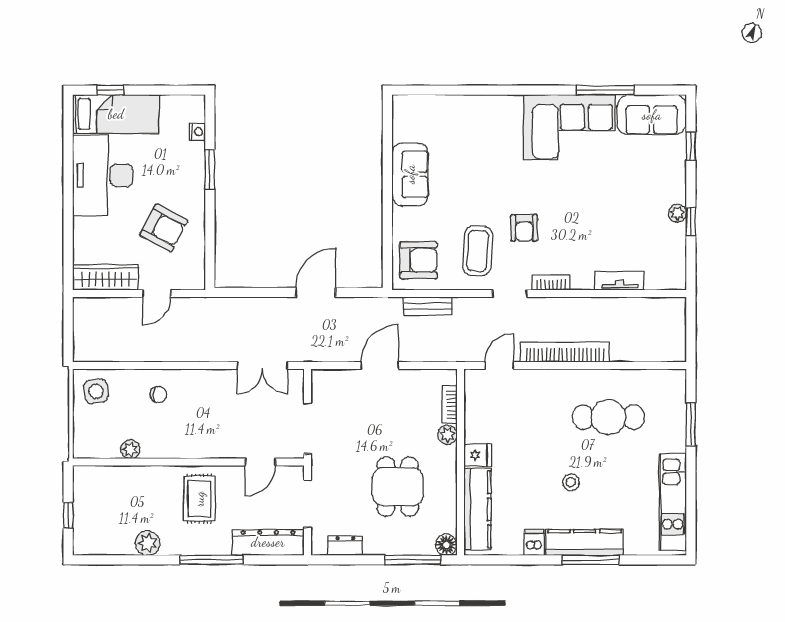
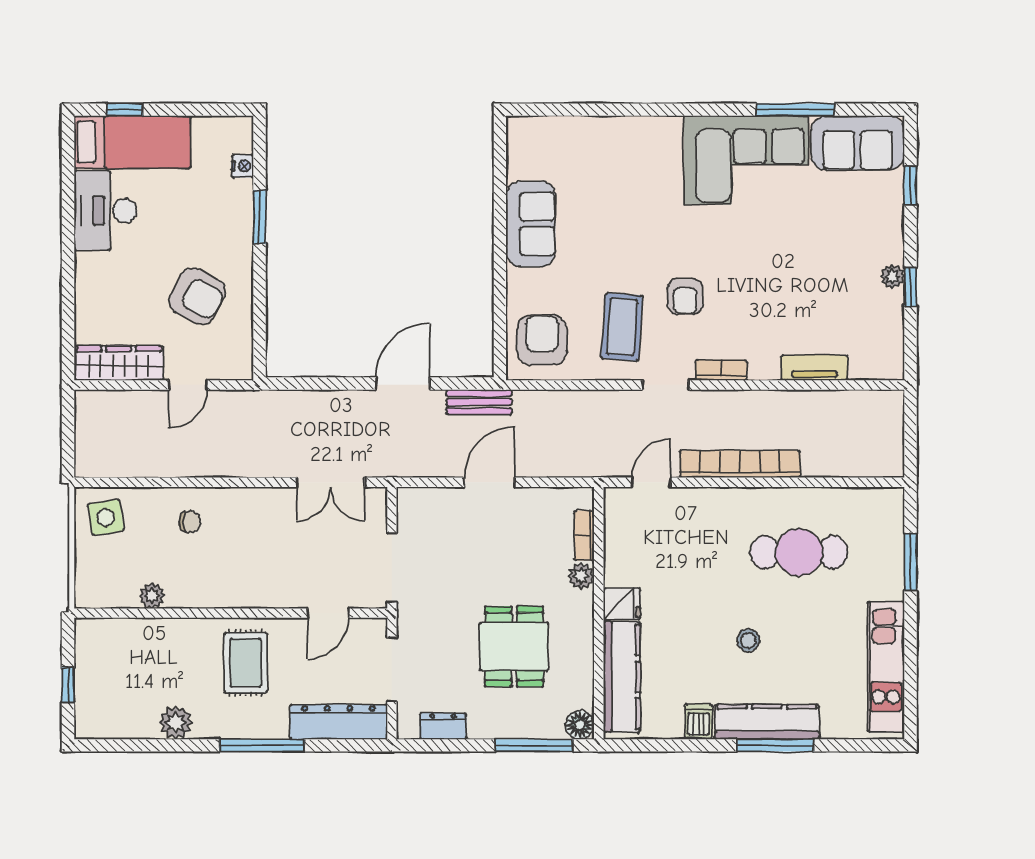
desk: (103, 175) -> (105, 211), width x0.73, depth x0.77
armchair: (418, 260) -> (542, 340), turned -90
bench: (428, 306) -> (479, 402), moved

